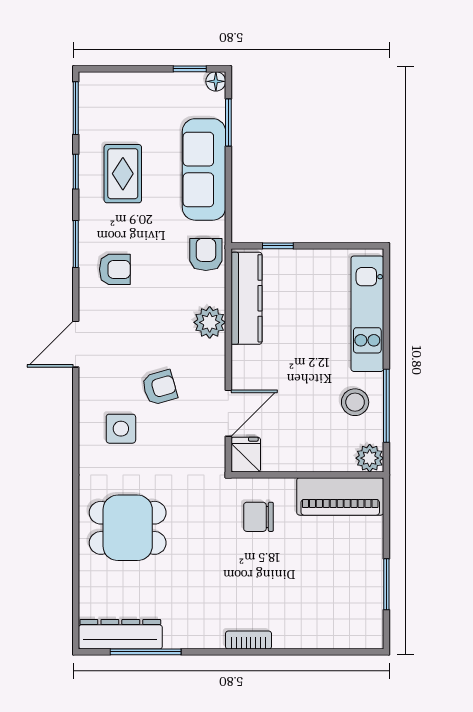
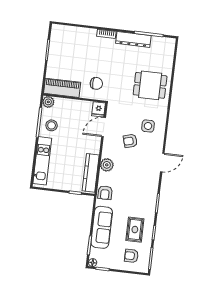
armchair: (115, 269) -> (131, 256), moved
dresser: (120, 634) -> (133, 39), moved

